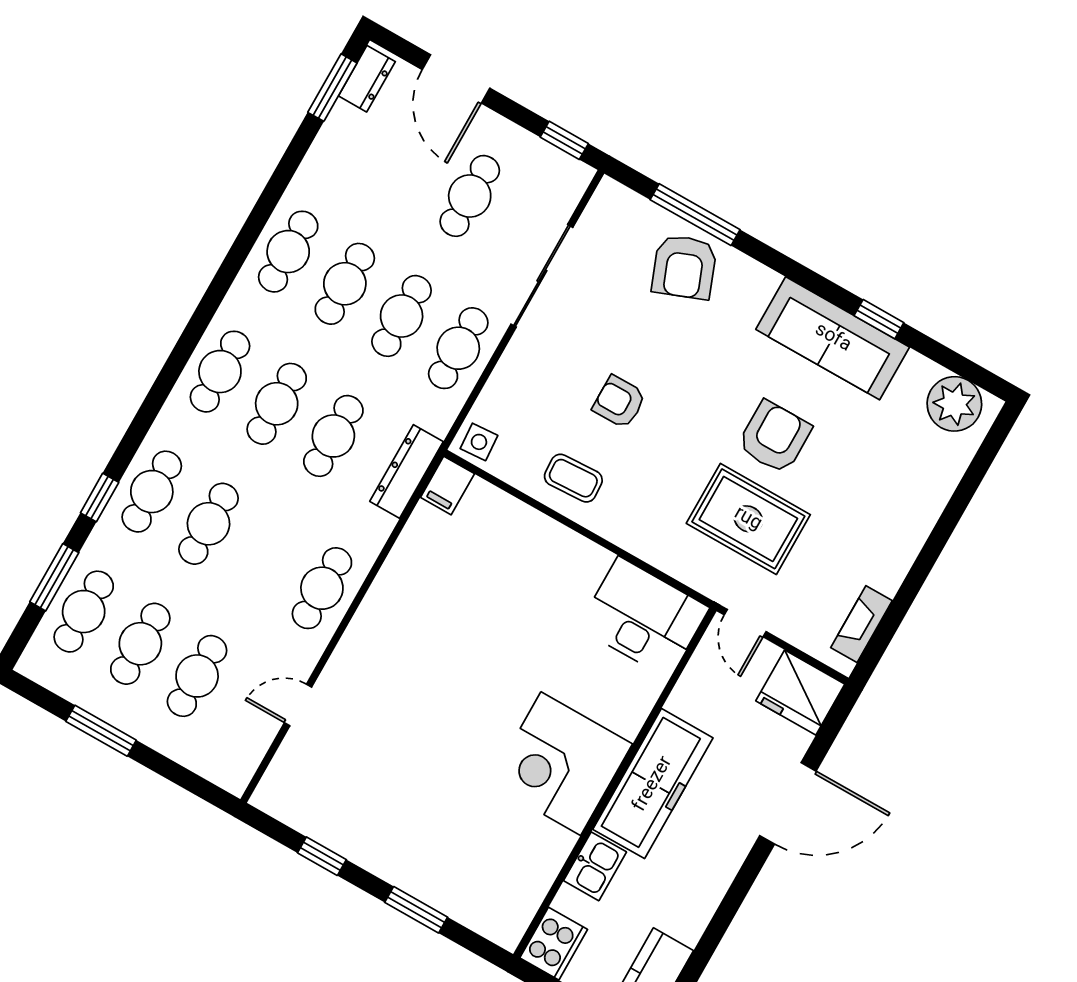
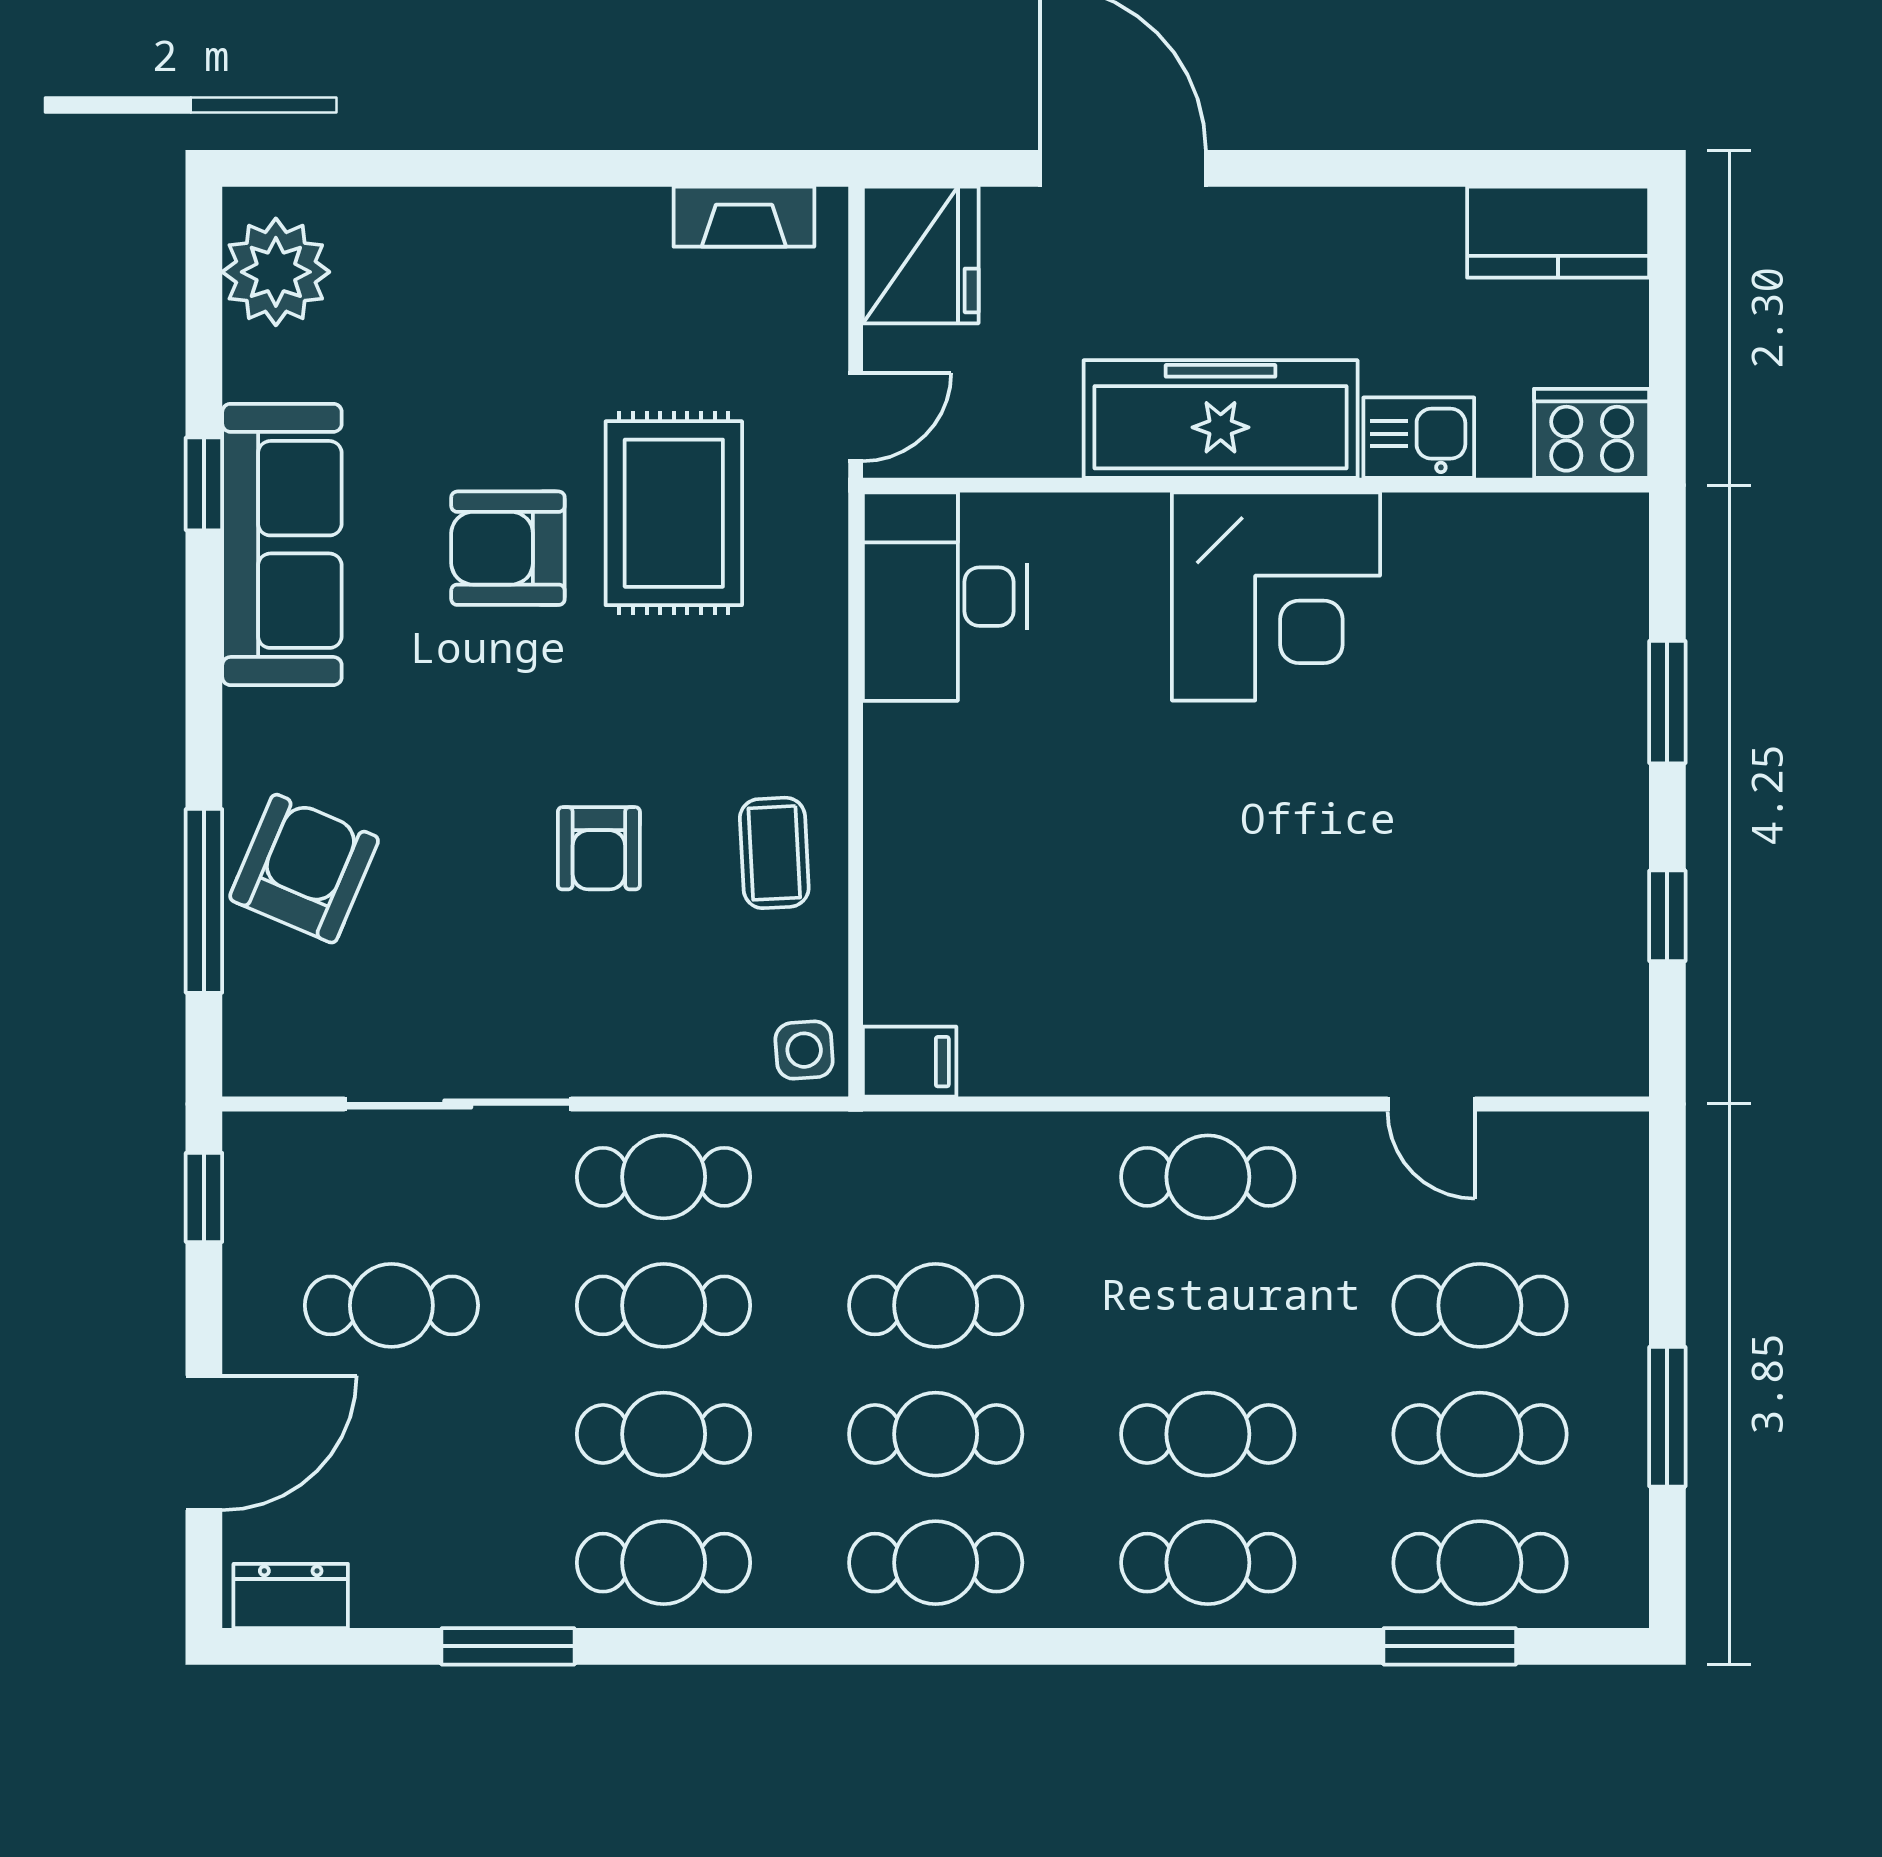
window: (332, 88) -> (508, 1646), moved
armchair: (684, 267) -> (304, 869), turned -46
dresser: (407, 472) -> (925, 1145), removed
window: (100, 498) -> (1269, 1646), removed

